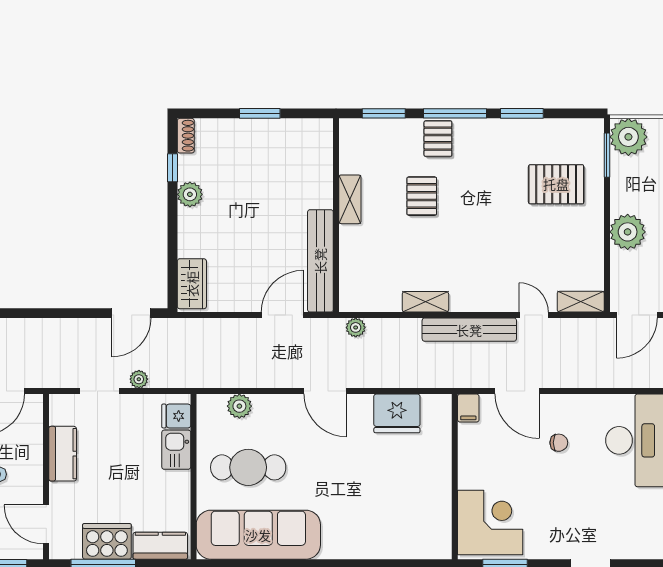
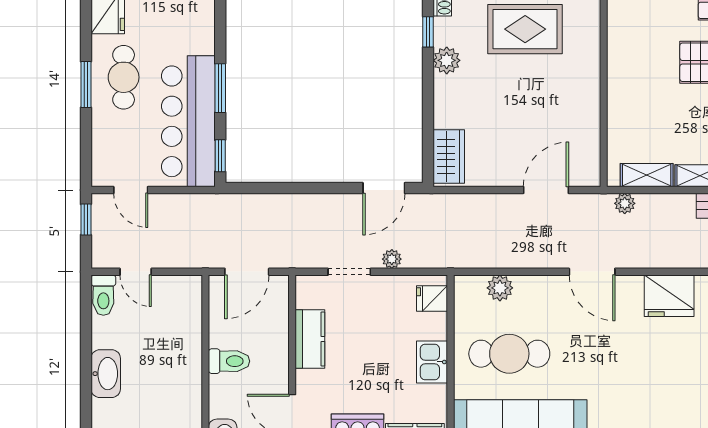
rug: (263, 165) -> (525, 29), added
shelving: (350, 199) -> (647, 175), moved, turned 90
bench: (320, 261) -> (587, 132), removed
kitchen sink: (176, 450) -> (432, 362), moved

